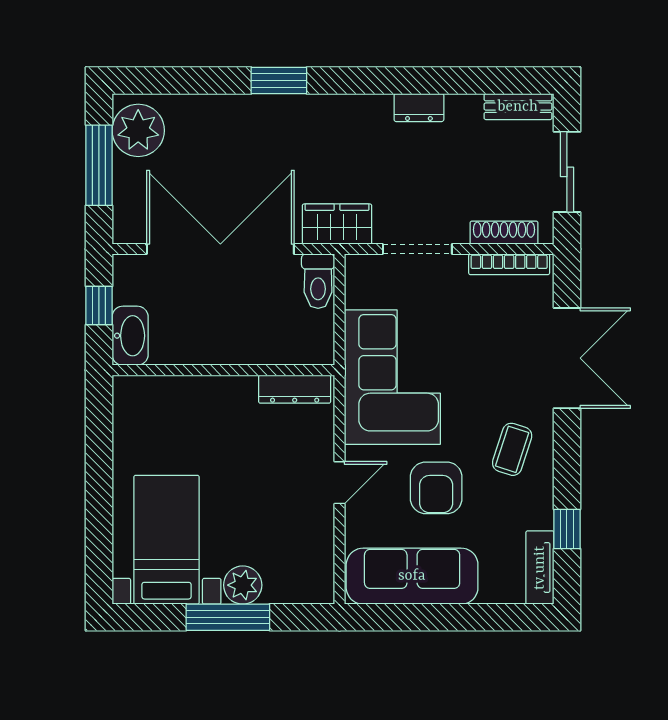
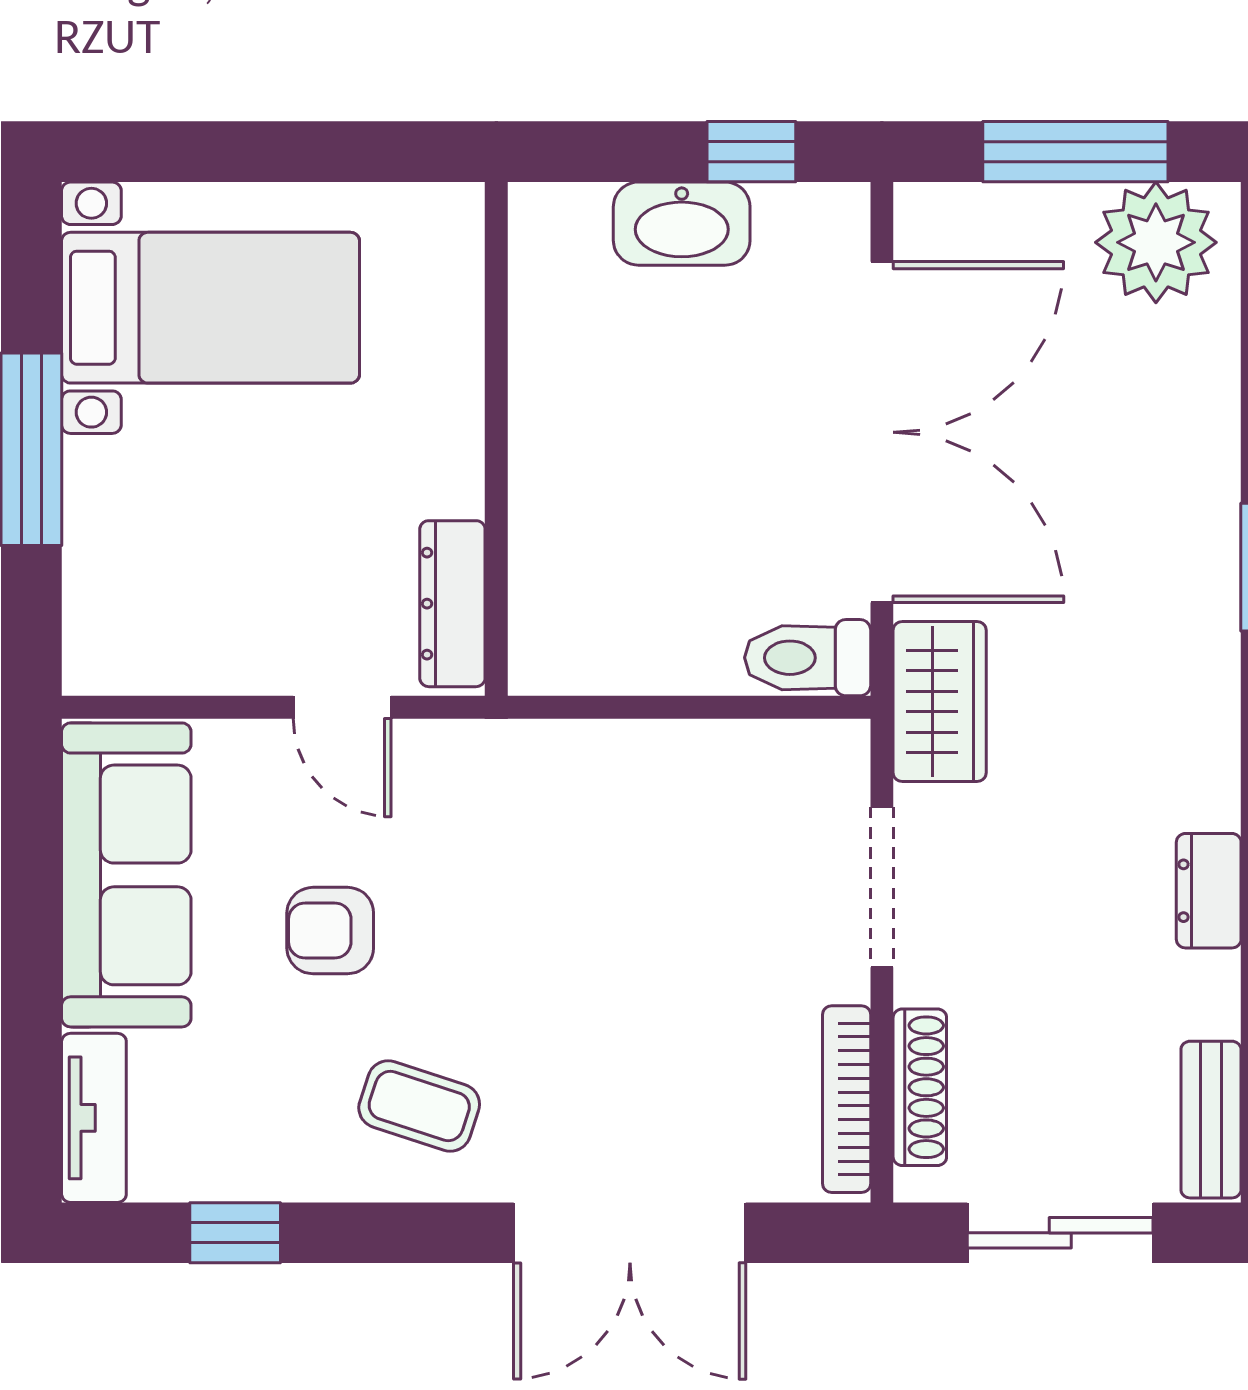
wall: (223, 370) -> (496, 439), moved
corner sofa: (392, 377) -> (586, 829), removed
dresser: (295, 389) -> (452, 604), moved
armchair: (436, 488) -> (330, 931), width x0.72, depth x0.72
tv unit: (540, 568) -> (94, 1118), moved, turned 90
plant: (243, 585) -> (106, 484), removed

